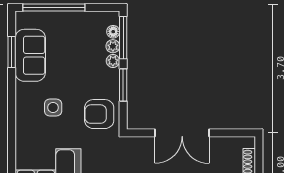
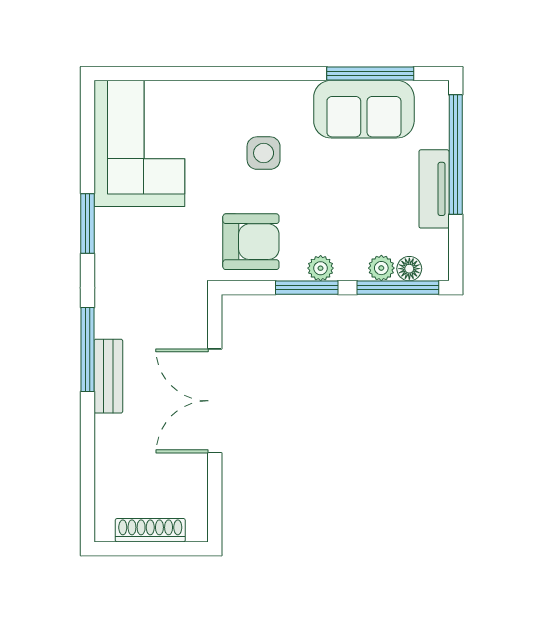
tv unit: (72, 19) -> (434, 189), added
window: (12, 52) -> (370, 73), width x1.44
plant: (113, 61) -> (321, 268), moved
armchair: (99, 114) -> (251, 242), turned 90

